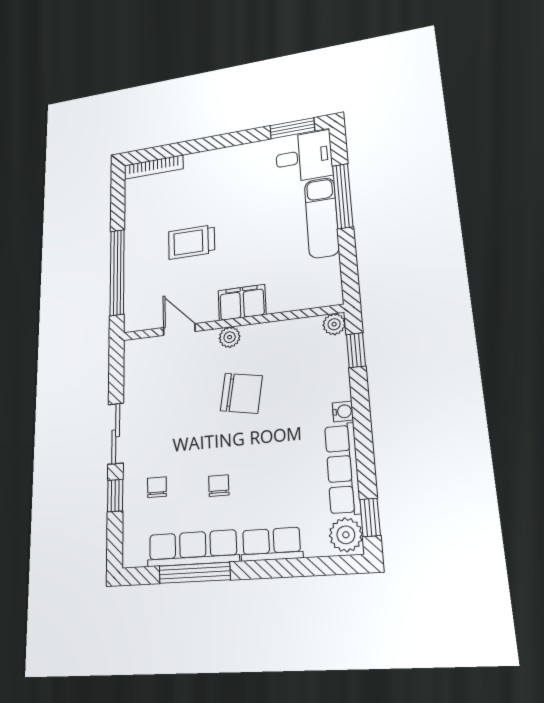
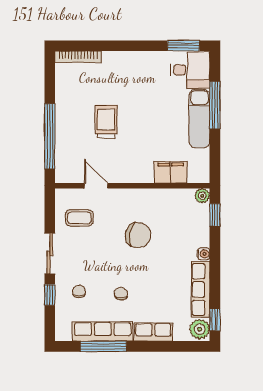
trolley: (192, 242) -> (106, 122), turned 90
filing cabinet: (242, 302) -> (171, 172), moved
plant: (230, 337) -> (132, 196), removed
coffee table: (157, 378) -> (79, 218), added

